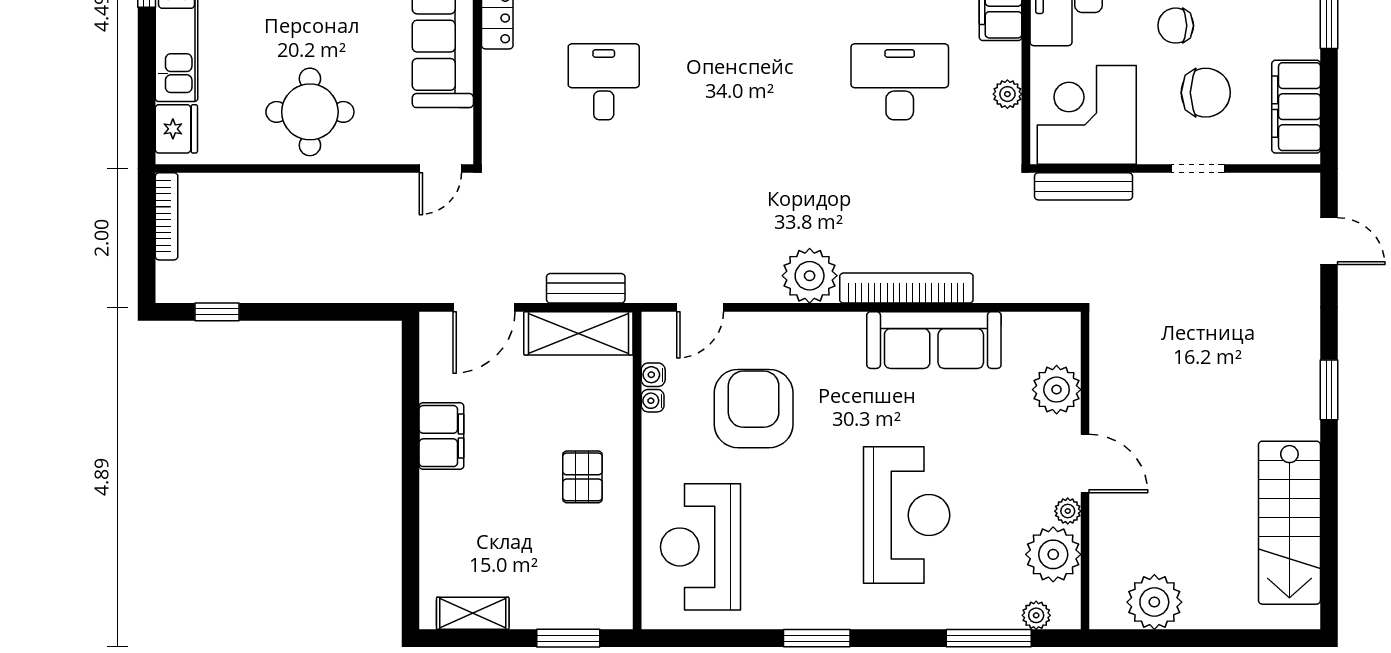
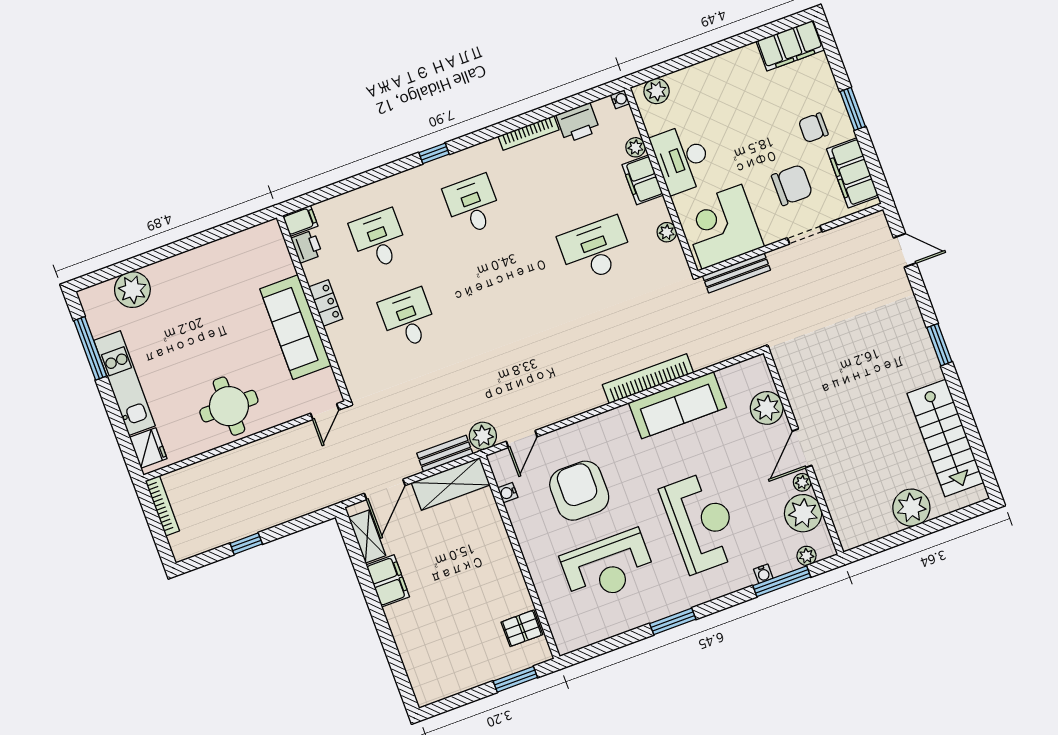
chair: (1176, 26) -> (813, 128), moved
plant: (810, 276) -> (483, 436), moved, width x0.73, depth x0.73
window: (217, 312) -> (246, 544), moved
water cooler: (653, 401) -> (763, 574), moved, turned -90
door: (1085, 464) -> (802, 448), swing flipped
pallet: (582, 477) -> (522, 628), moved, turned 90
reception desk: (700, 547) -> (608, 567), moved, turned -90
plant: (1154, 602) -> (911, 508), moved
shelving: (473, 613) -> (367, 537), moved, turned 90

